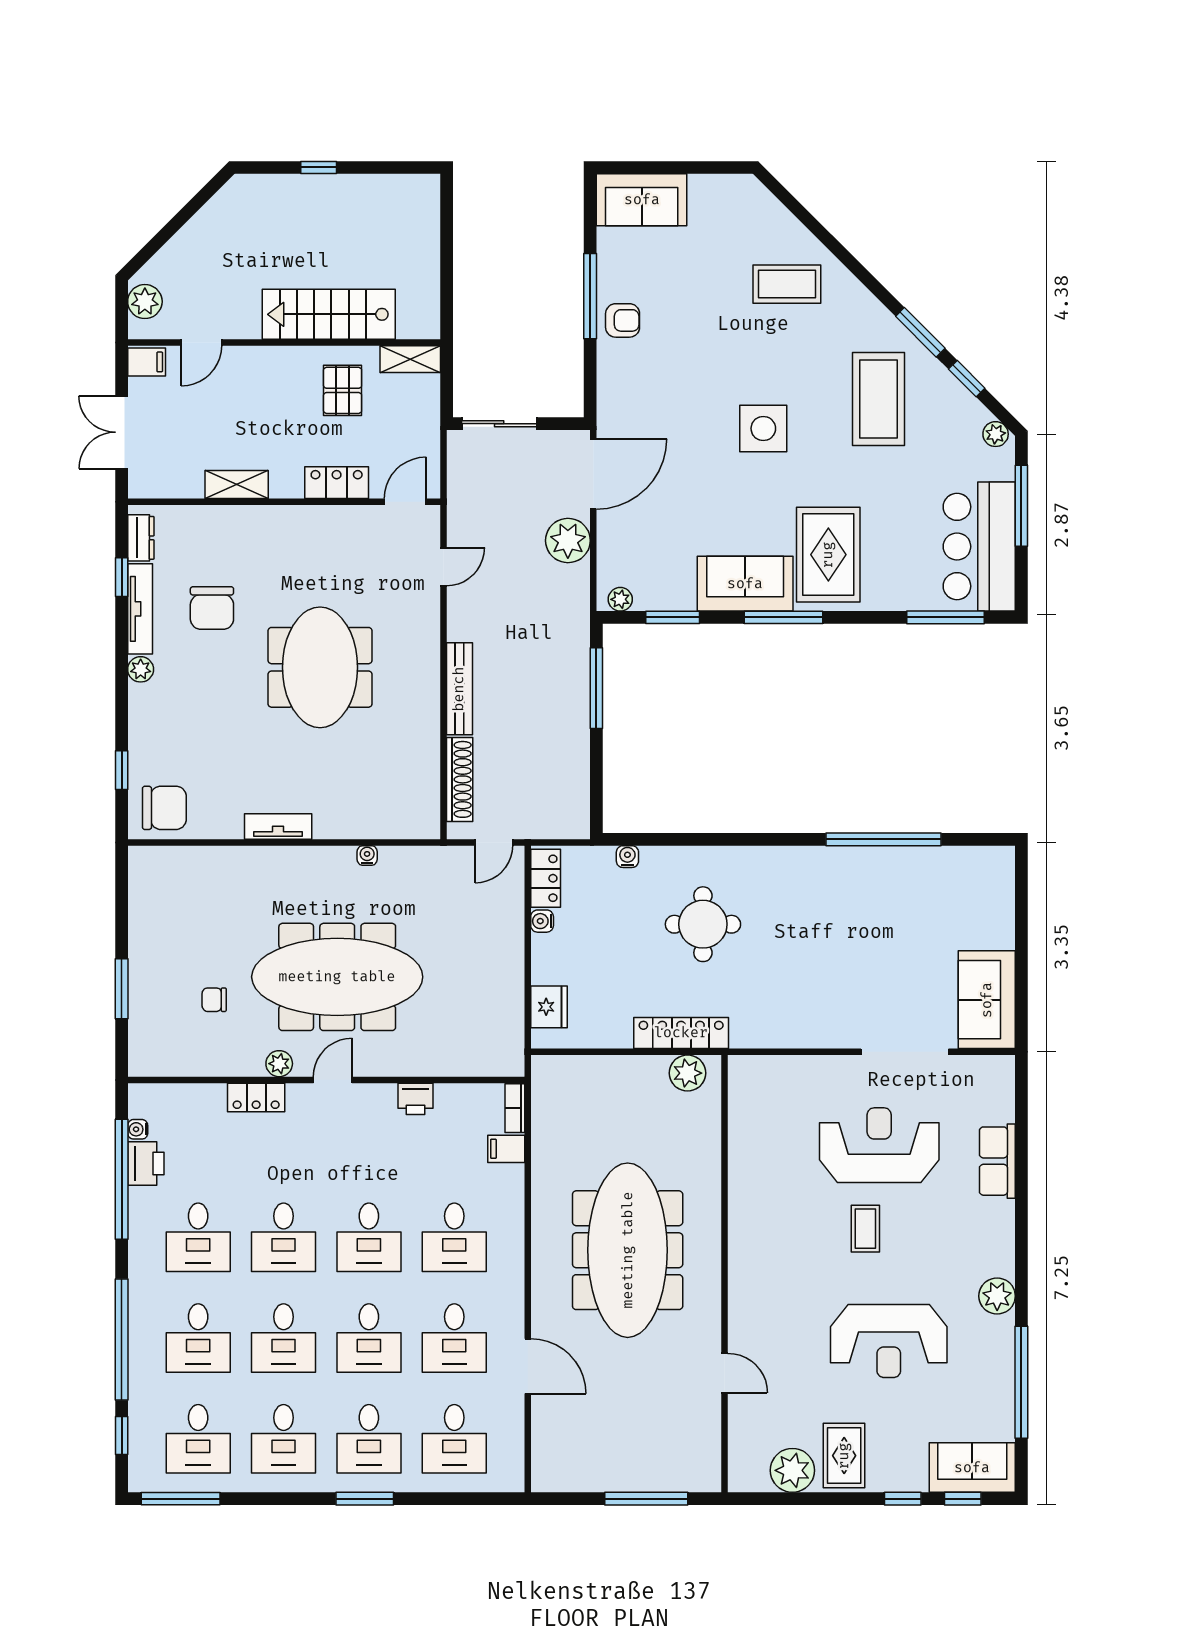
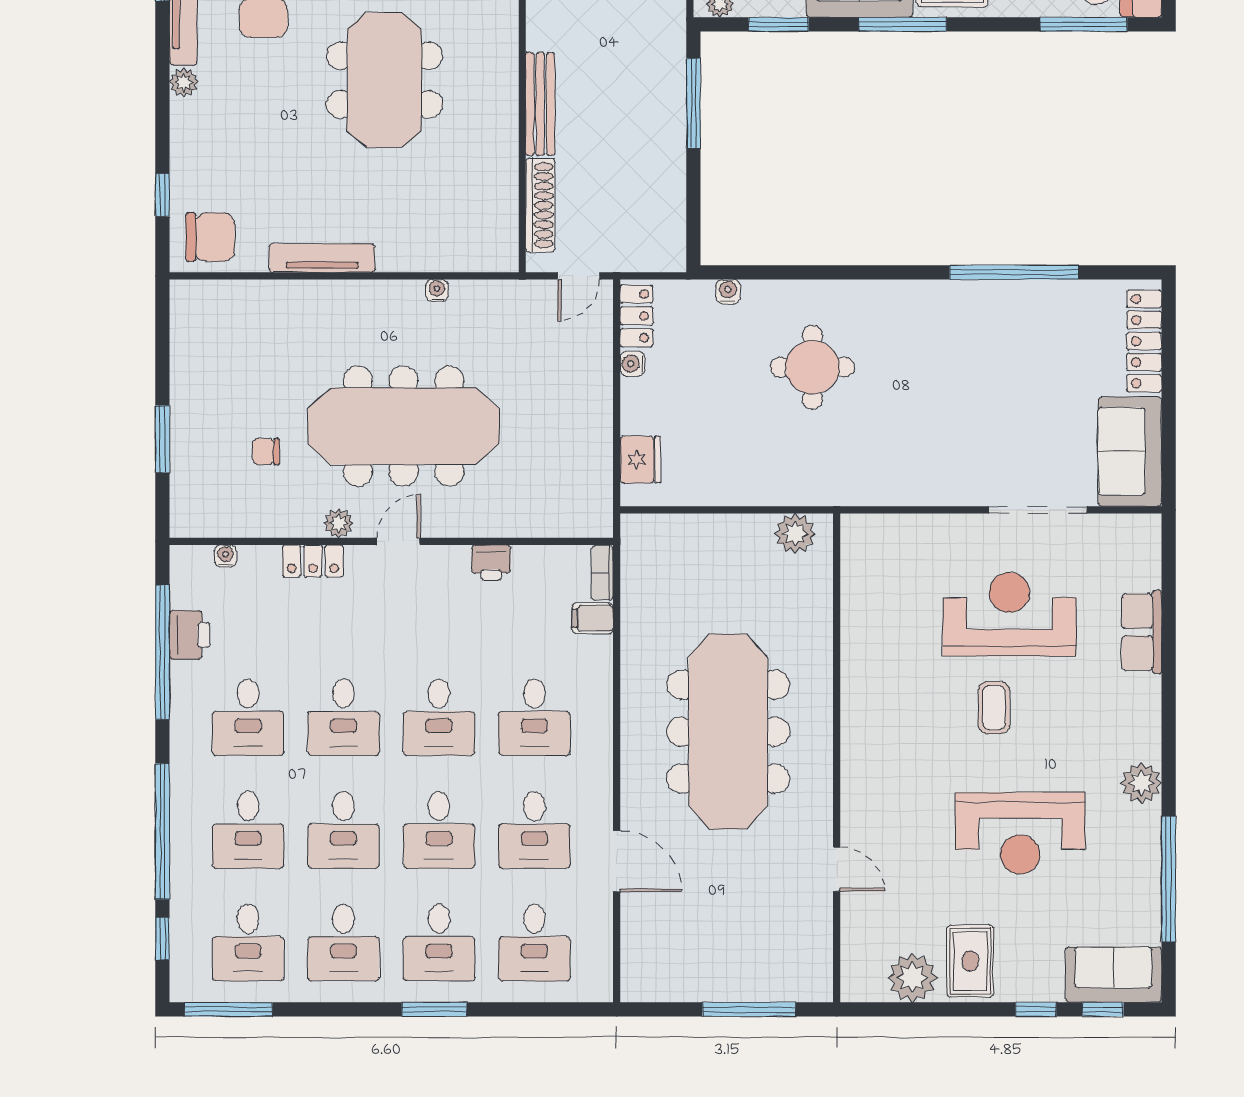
tv unit: (278, 827) -> (322, 258), width x1.41
locker: (681, 1033) -> (1144, 341), moved, turned -90
water cooler: (138, 1129) -> (225, 556), moved, turned 90

